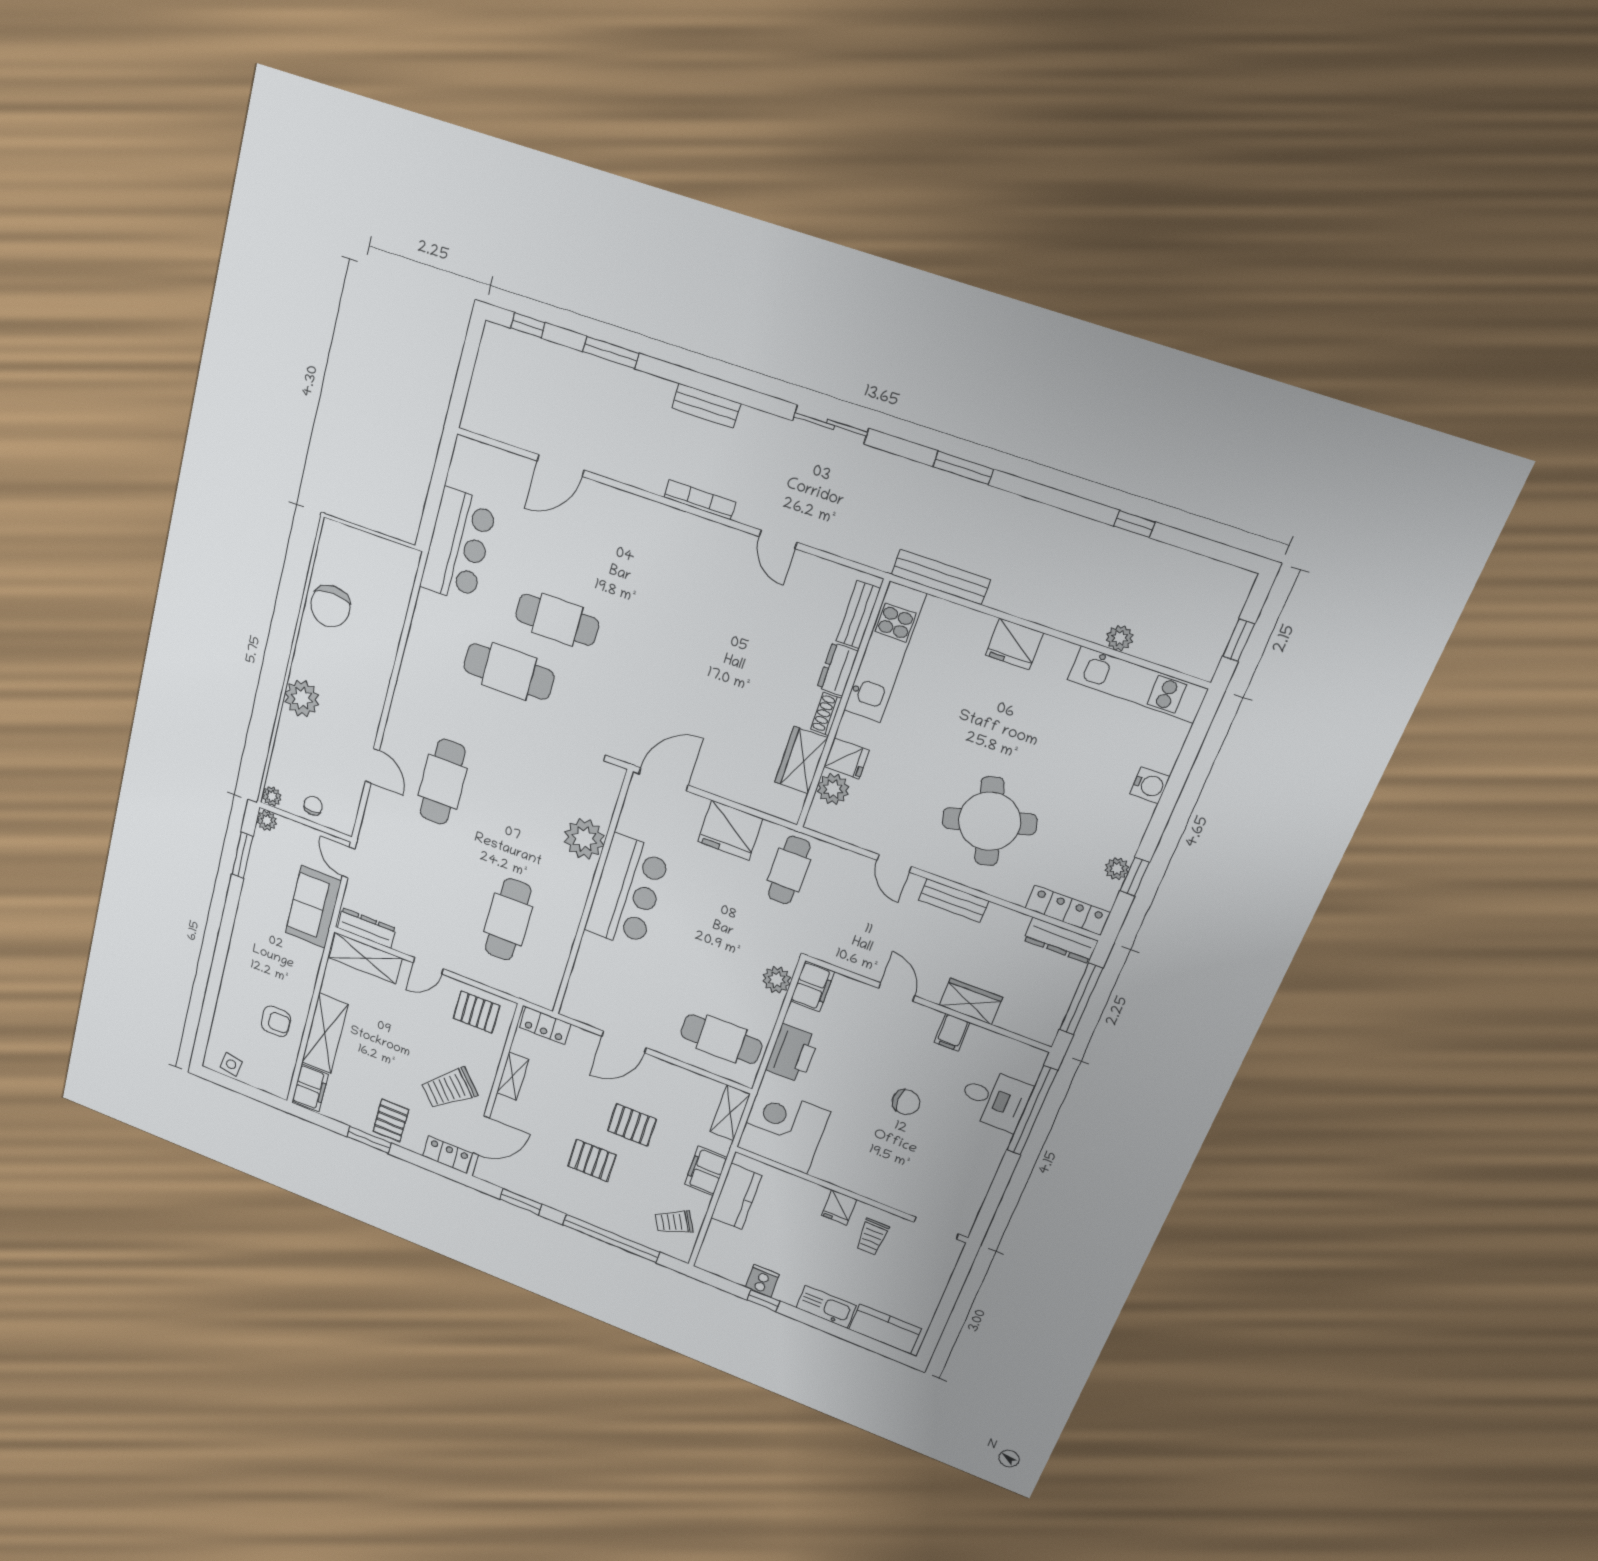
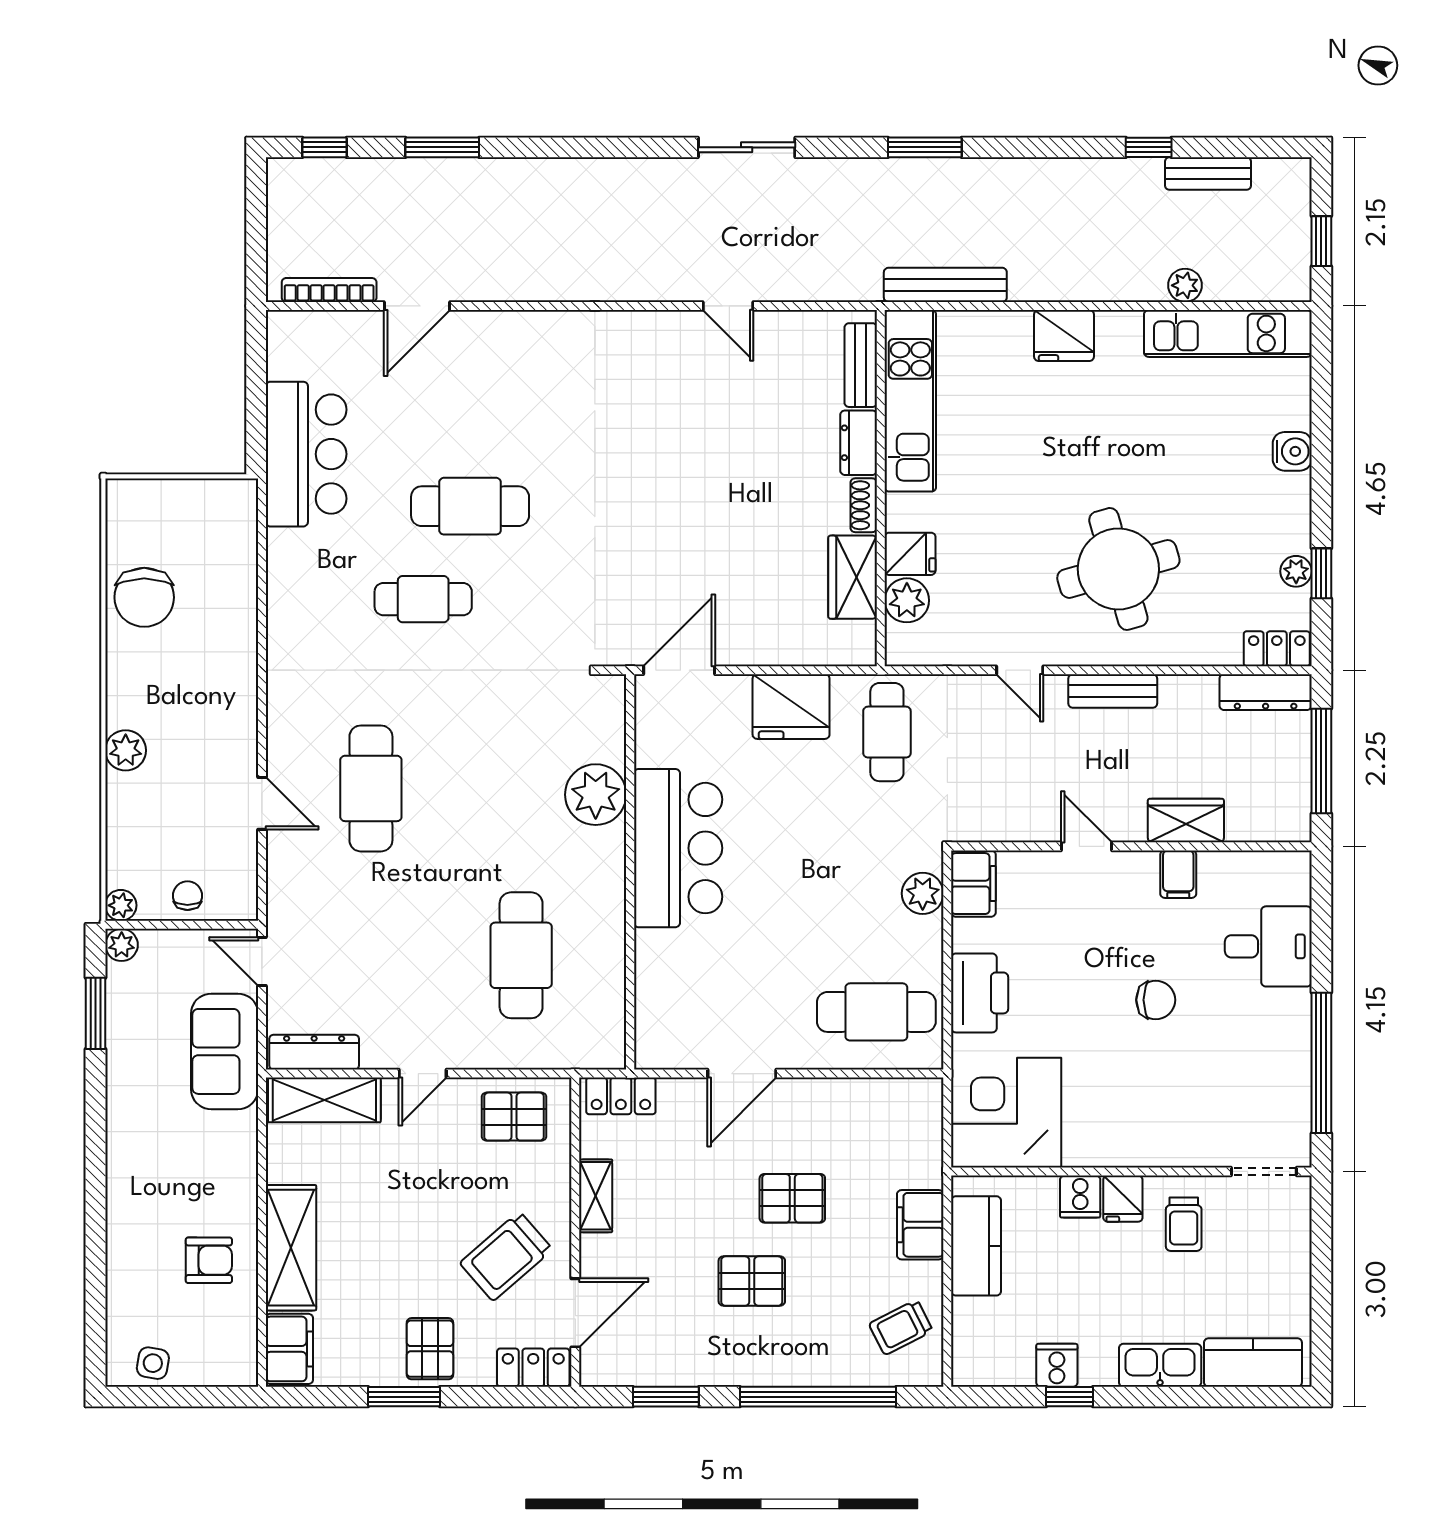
bench: (706, 406) -> (1208, 174), moved
bookcase: (700, 500) -> (329, 290), moved
cafe table: (509, 672) -> (423, 599), width x0.73, depth x0.74
plant: (302, 698) -> (126, 750), width x0.73, depth x0.73
locker: (1068, 910) -> (1277, 649), width x0.66
window: (1032, 1110) -> (1321, 1063), moved
shelving: (730, 1113) -> (925, 1119), removed
cooker: (812, 1195) -> (1080, 1197), added

